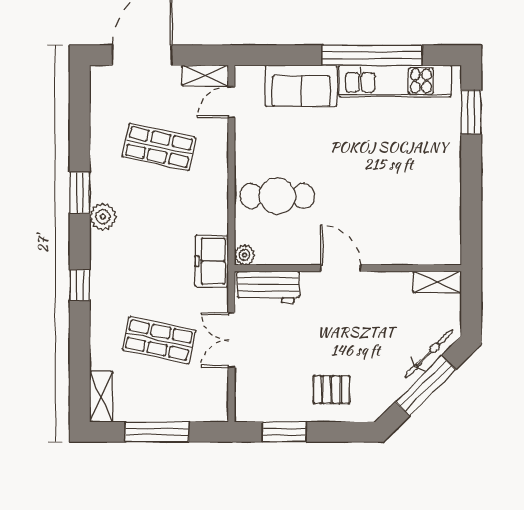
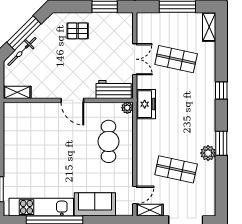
cafe table: (277, 196) -> (109, 141), turned 90
plant: (103, 217) -> (208, 153), moved

